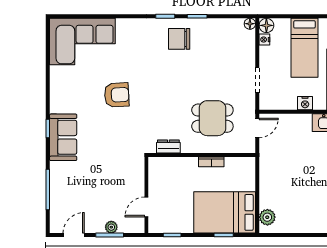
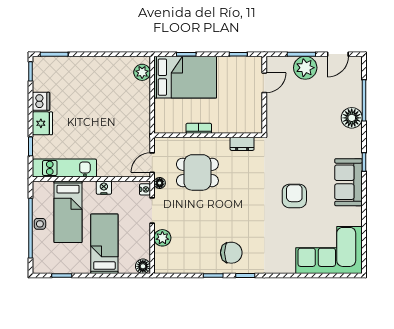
floor lamp: (250, 24) -> (160, 183), moved
nightstand: (264, 40) -> (145, 189), moved
plant: (247, 54) -> (162, 238), added
armchair: (117, 95) -> (294, 196), turned 93
sofa: (63, 137) -> (348, 182), moved
floor lamp: (60, 172) -> (352, 118), added
plant: (111, 227) -> (305, 68), width x1.88, depth x1.88

